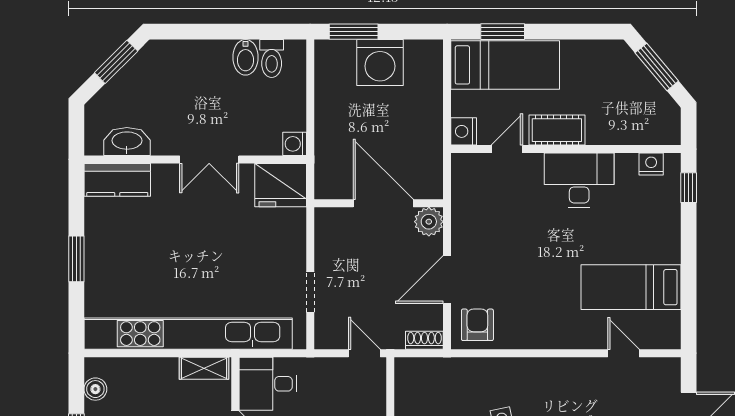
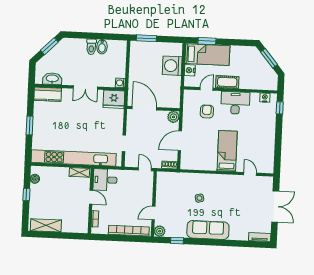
toilet: (272, 58) -> (91, 47), moved
washing machine: (380, 63) -> (172, 66), moved, turned 90
nightstand: (464, 131) -> (190, 70), moved
door: (383, 203) -> (144, 108), moved
bed: (631, 287) -> (227, 151), moved, turned 90
armchair: (477, 325) -> (207, 111), moved

